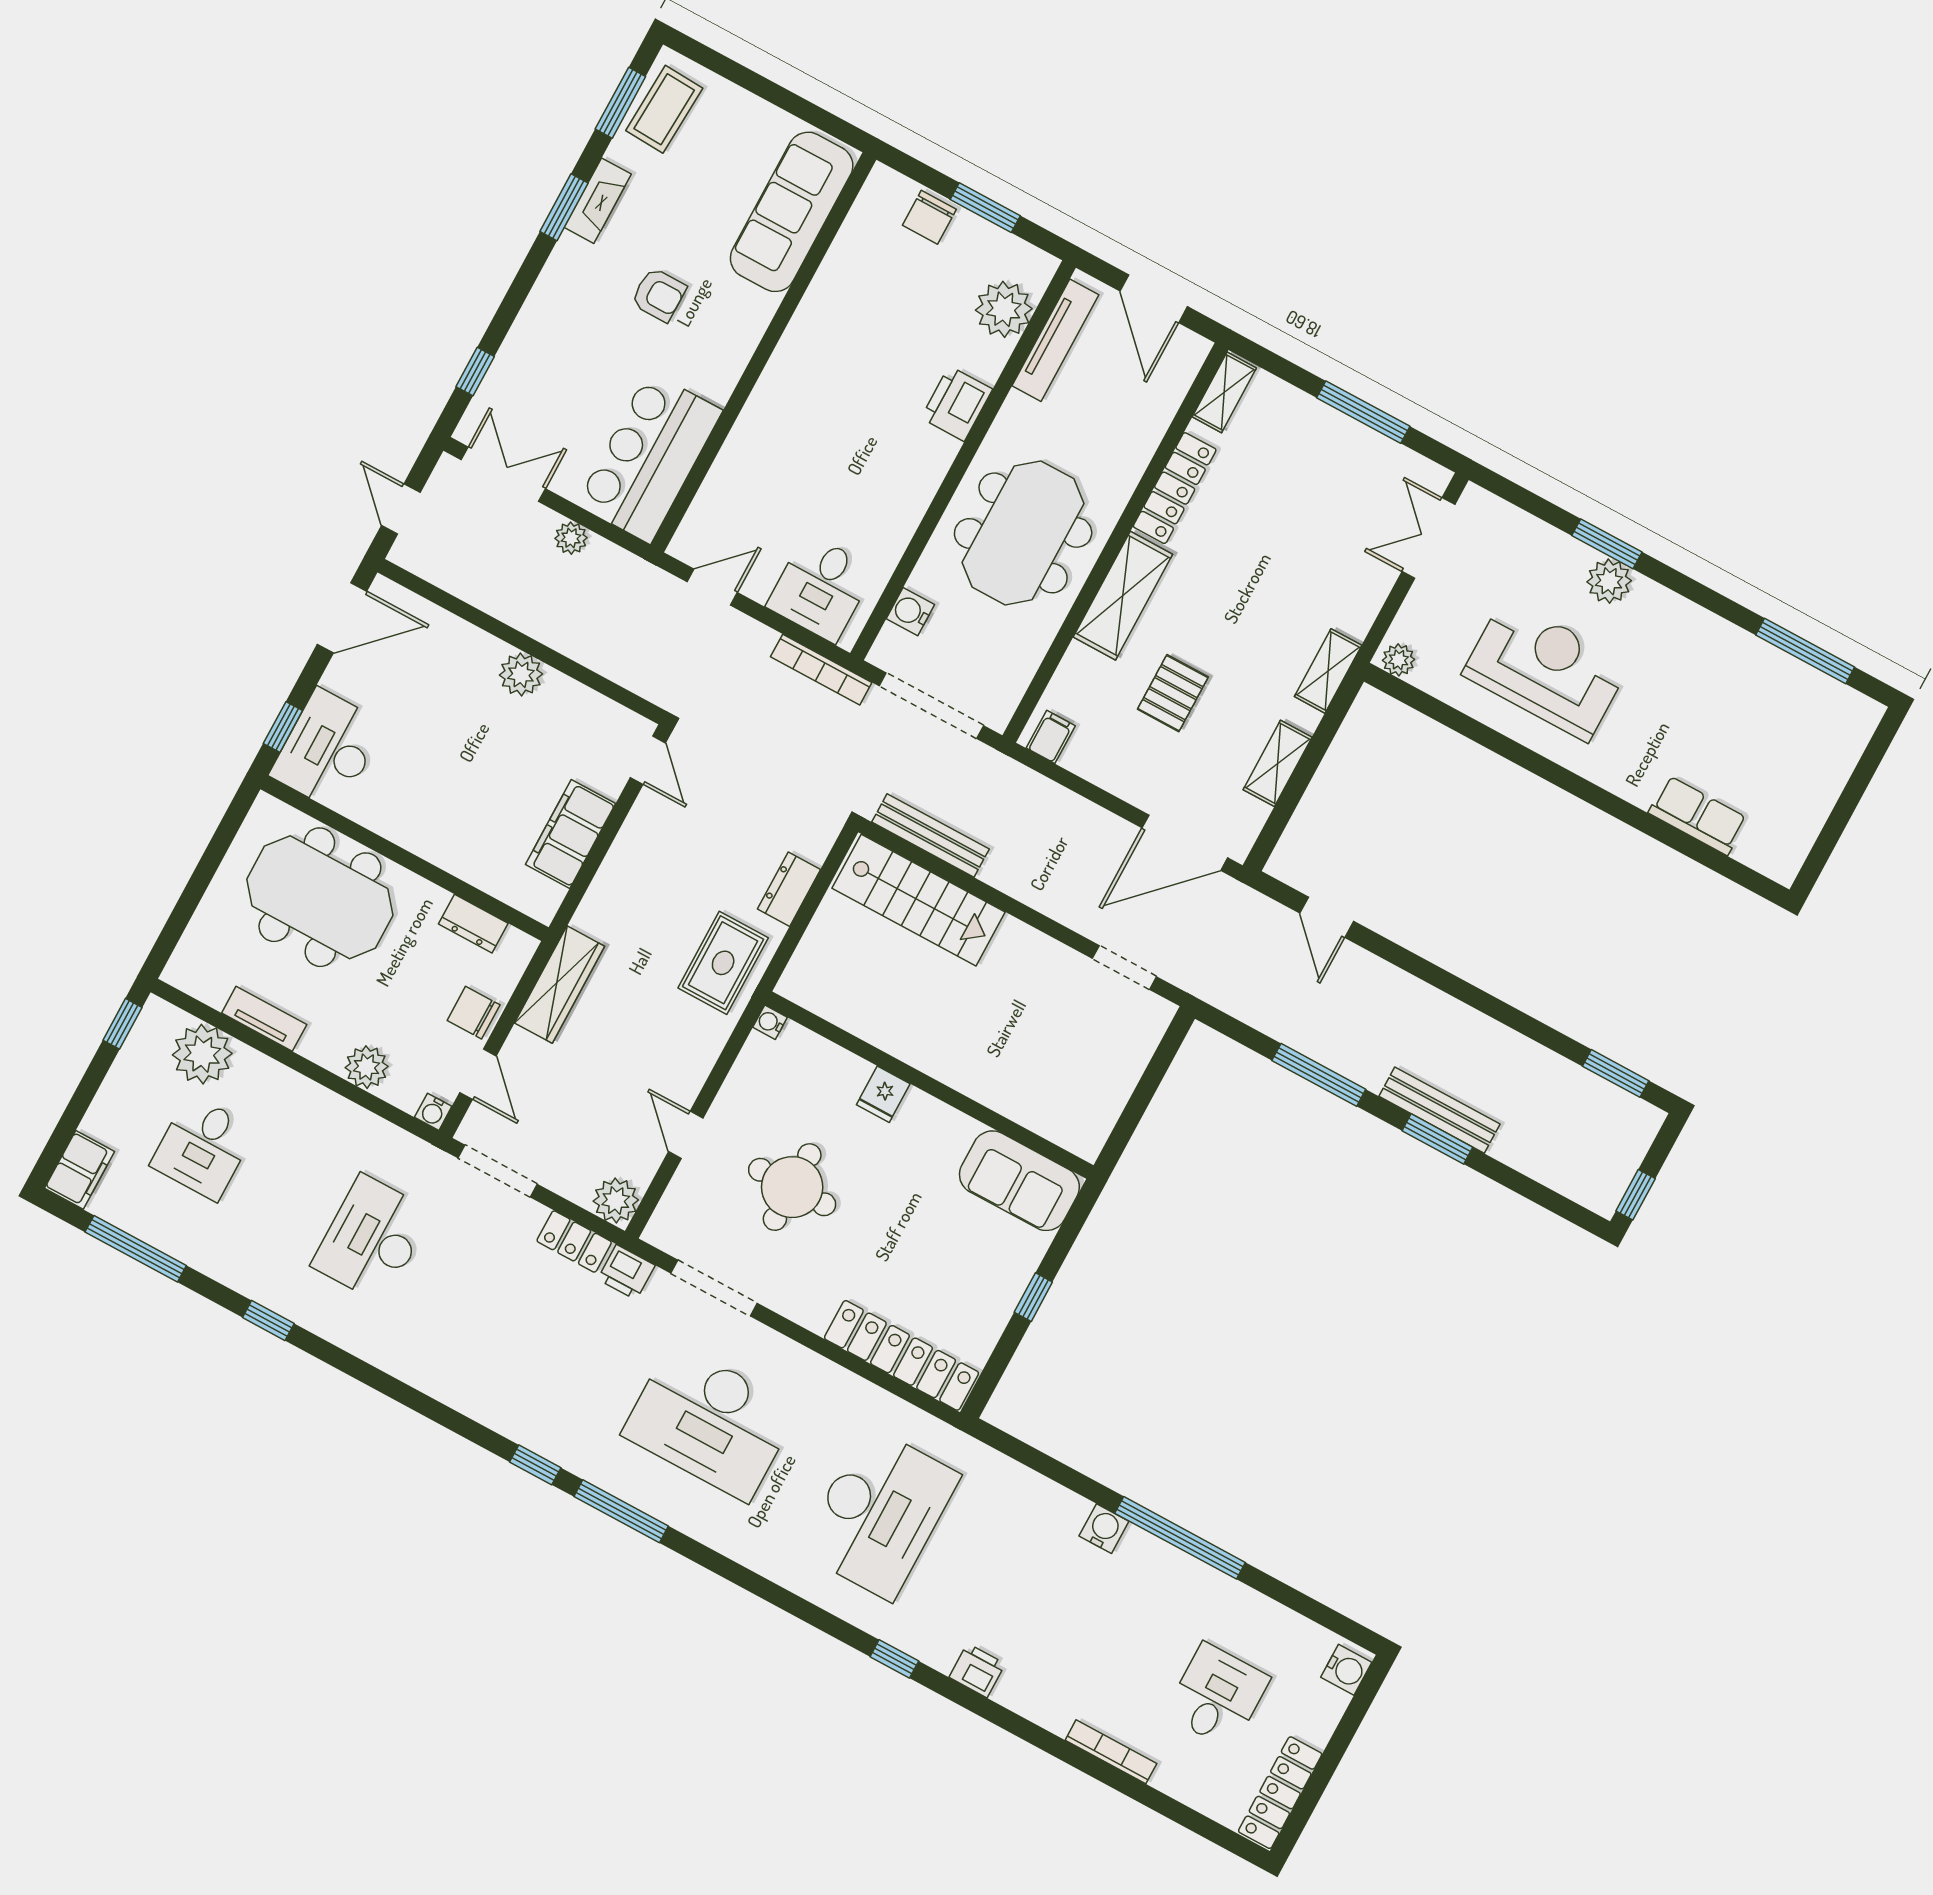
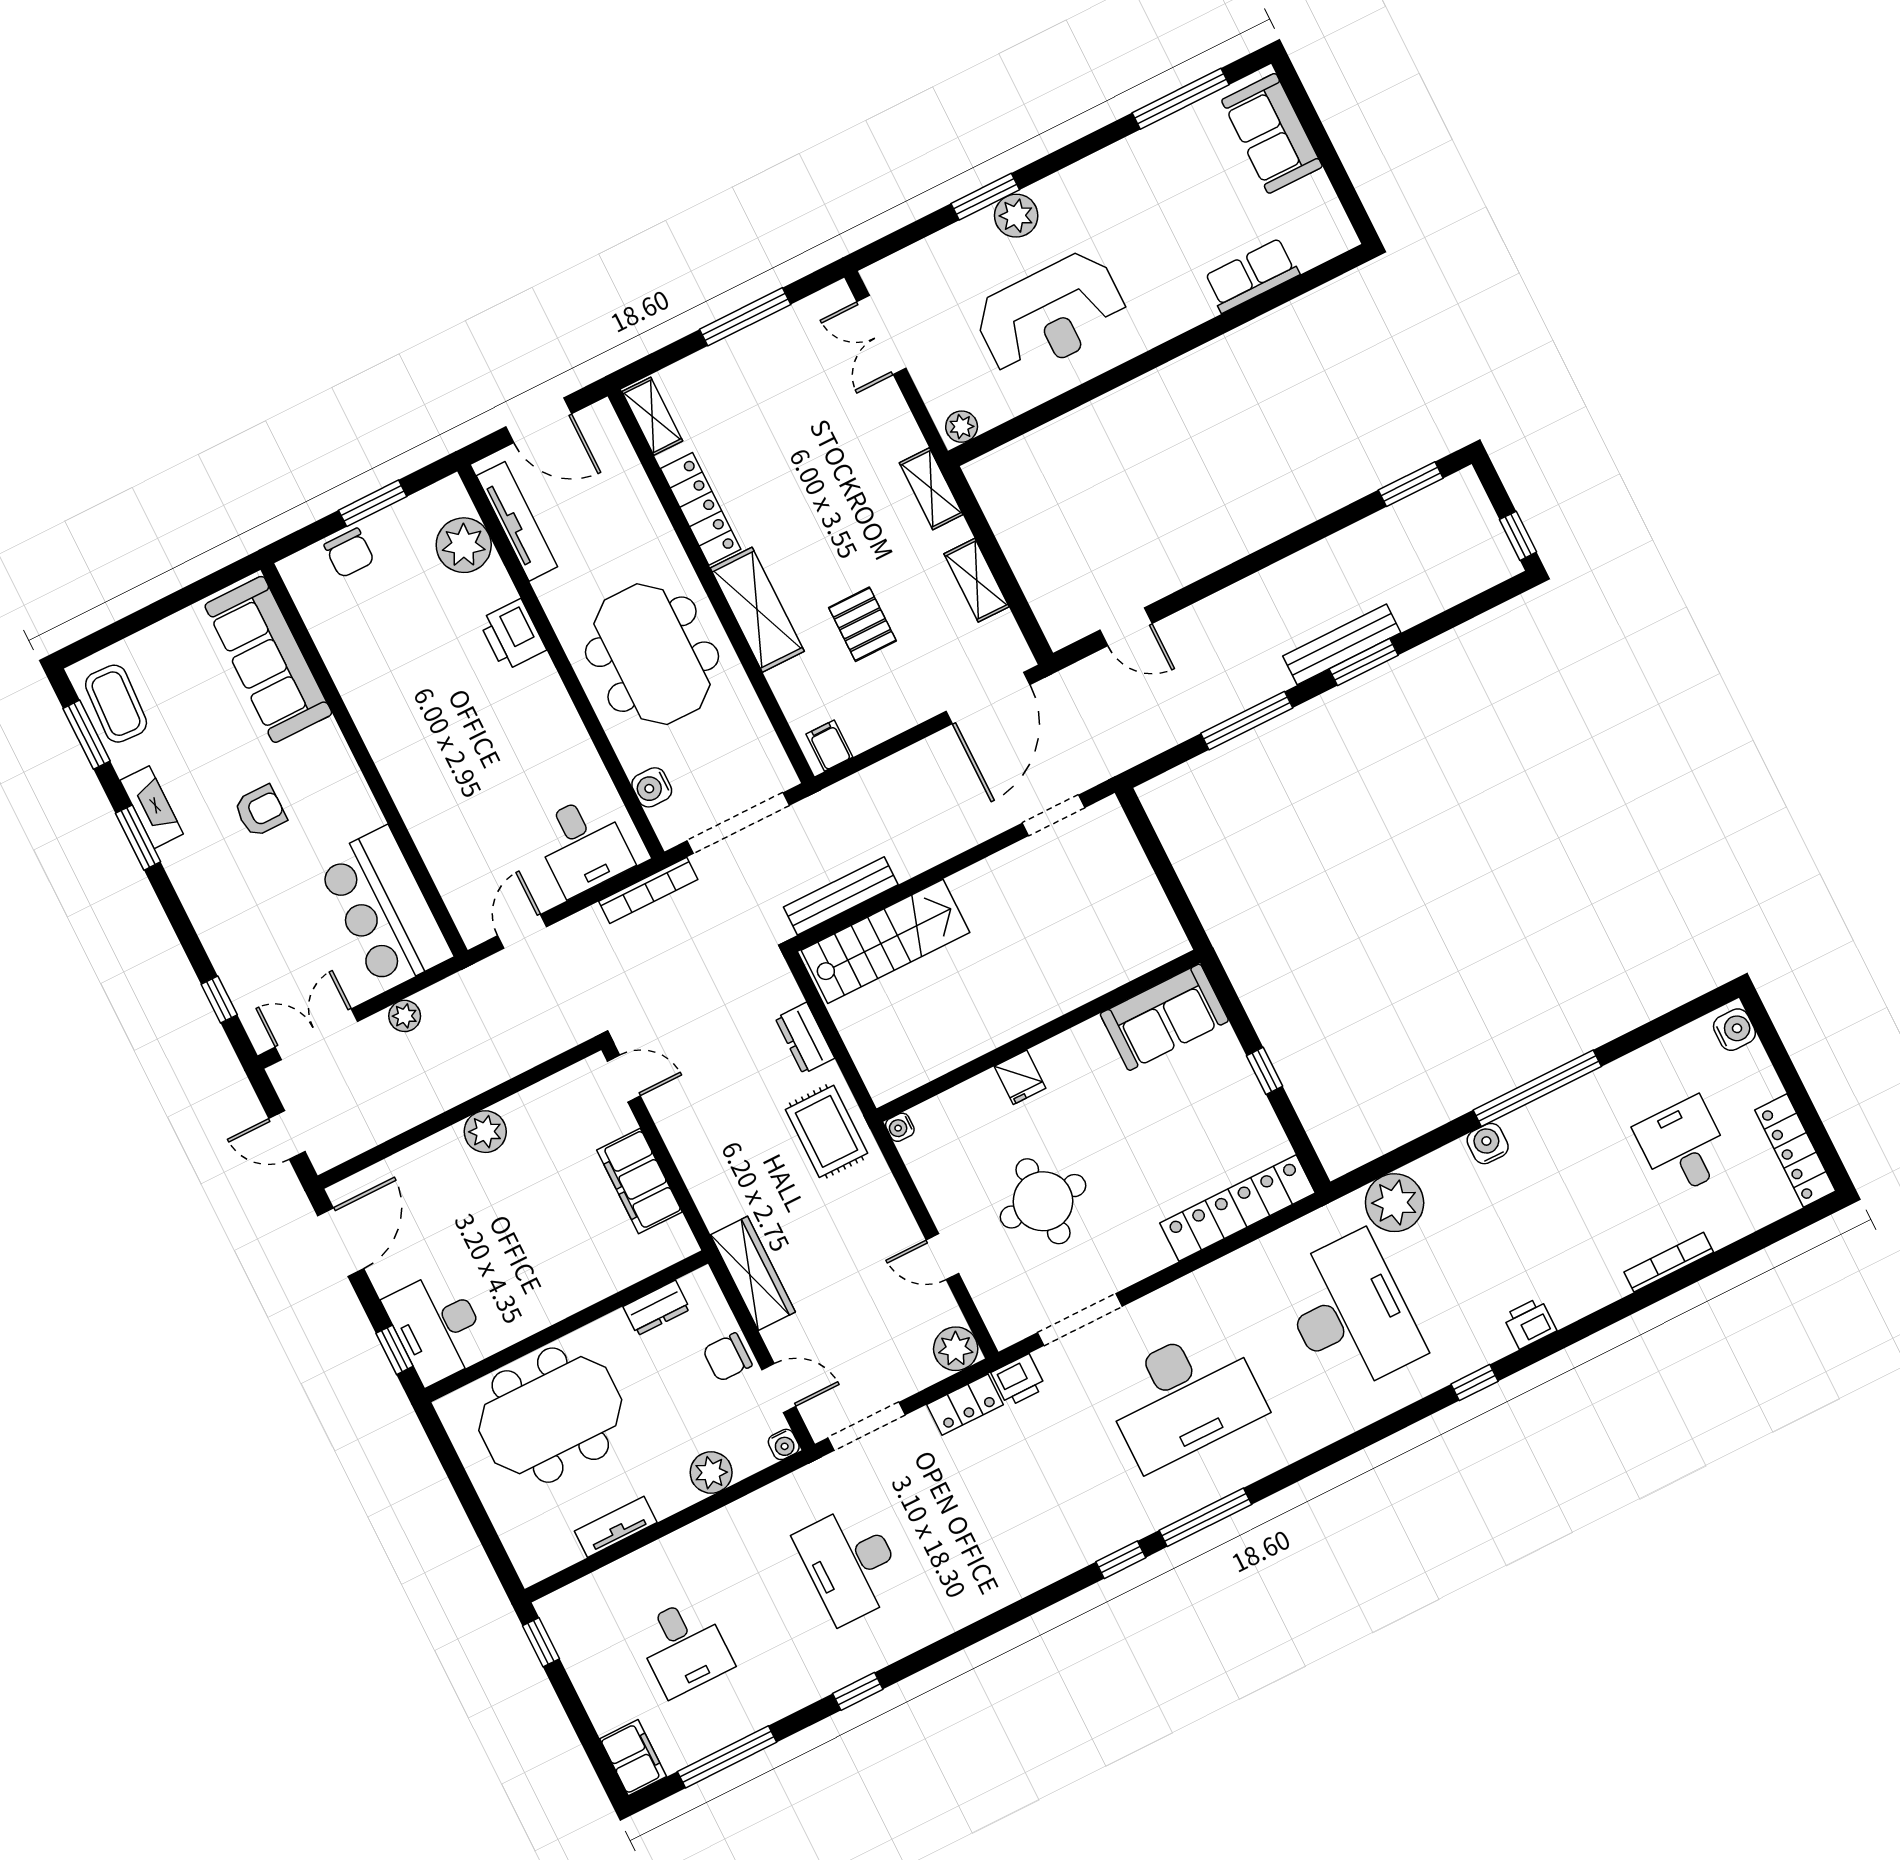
reception desk: (1546, 669) -> (1051, 315), turned 180
sofa: (1830, 749) -> (1272, 133), added
plant: (202, 1054) -> (1395, 1203), moved

